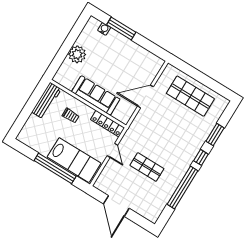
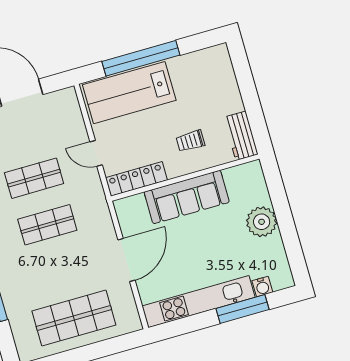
kitchen unit: (135, 50) -> (198, 302), added
workbench: (46, 101) -> (241, 136), width x0.73
shop shelf: (161, 143) -> (47, 225), added

